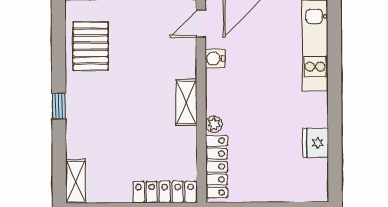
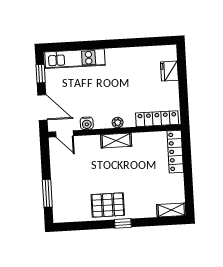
pallet: (91, 46) -> (108, 205), moved
plant: (214, 124) -> (118, 123), moved
fridge: (316, 143) -> (169, 71), moved, turned 90

